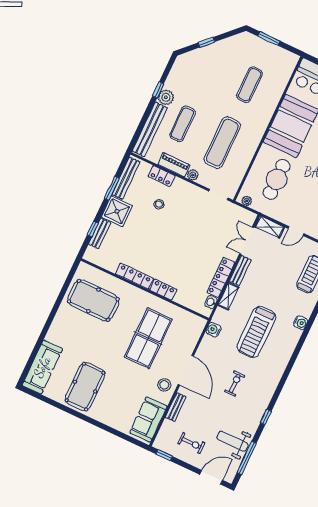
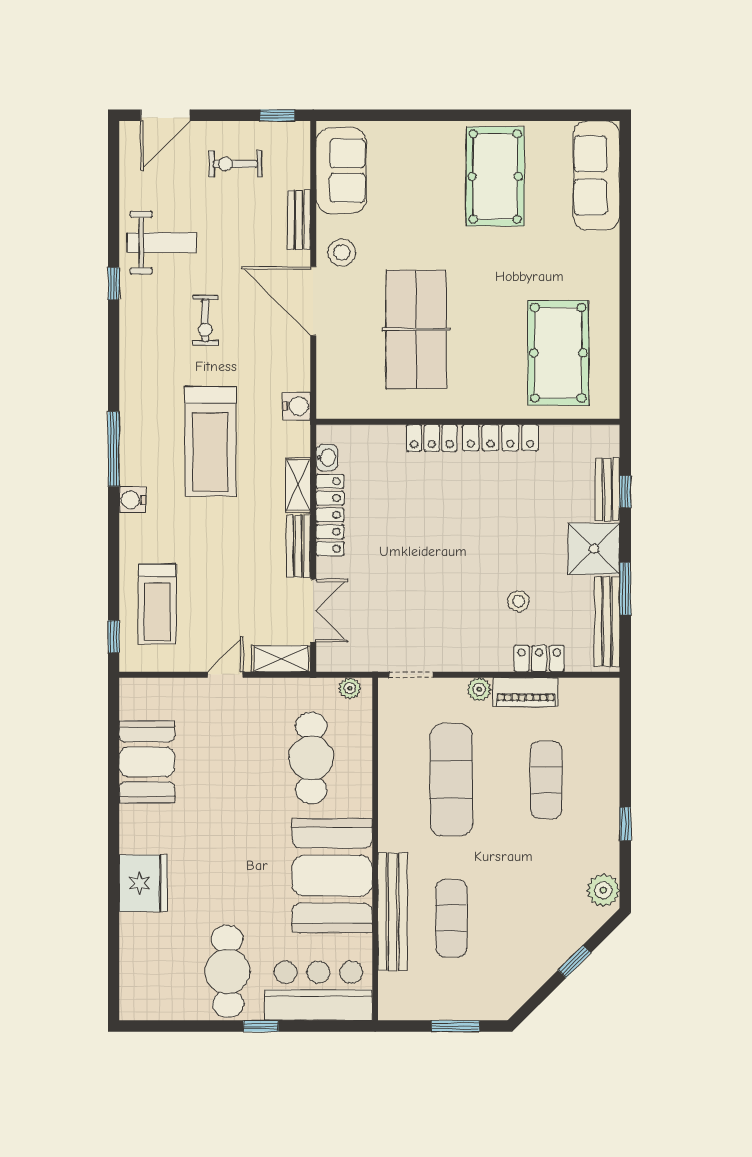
plant: (166, 97) -> (603, 890), moved
bench: (150, 129) -> (393, 912), moved
pool table: (93, 300) -> (558, 353), turned 90
treadmill: (256, 332) -> (210, 441), turned 180
weight bench: (233, 441) -> (162, 243), moved
window: (247, 458) -> (114, 449), moved

